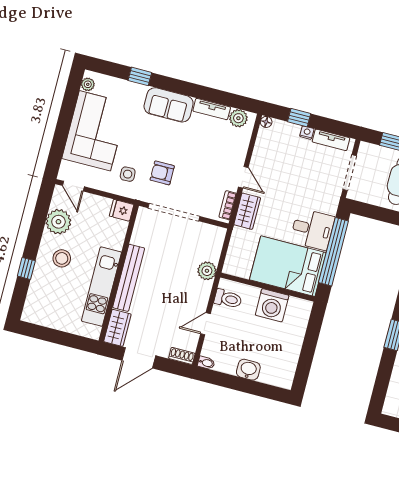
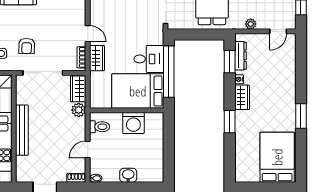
armchair: (162, 173) -> (27, 46), turned -89
wardrobe: (117, 328) -> (78, 89), moved, turned 180

